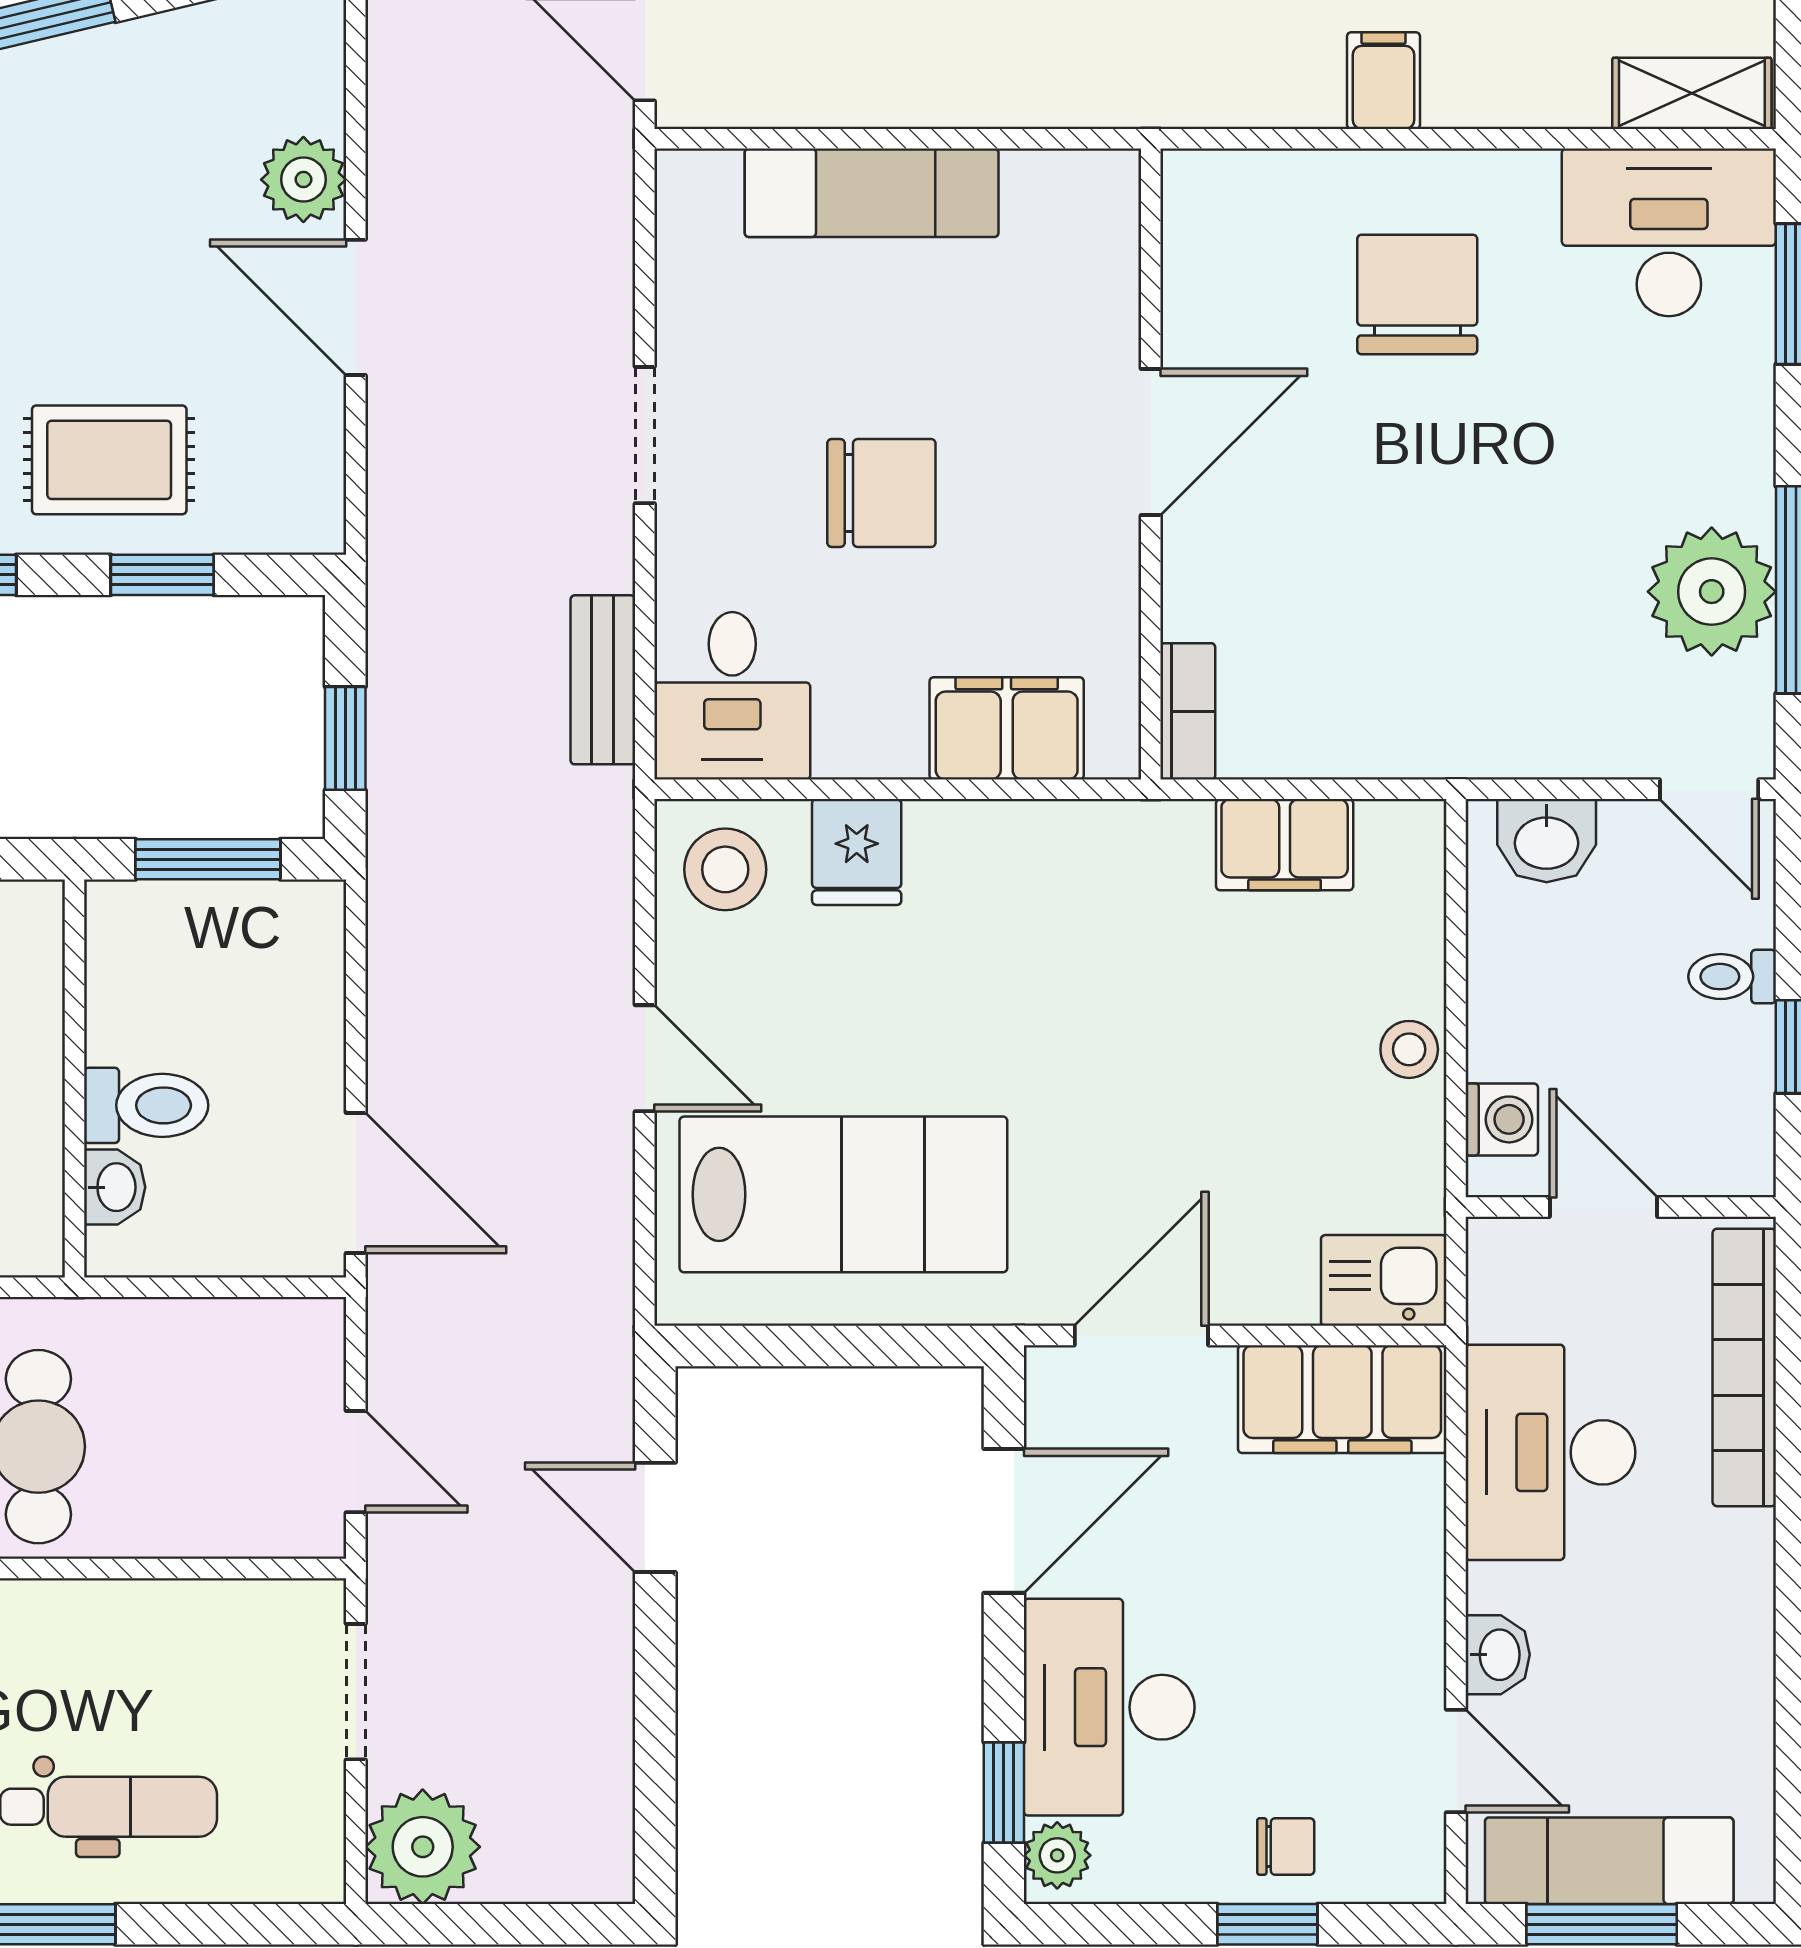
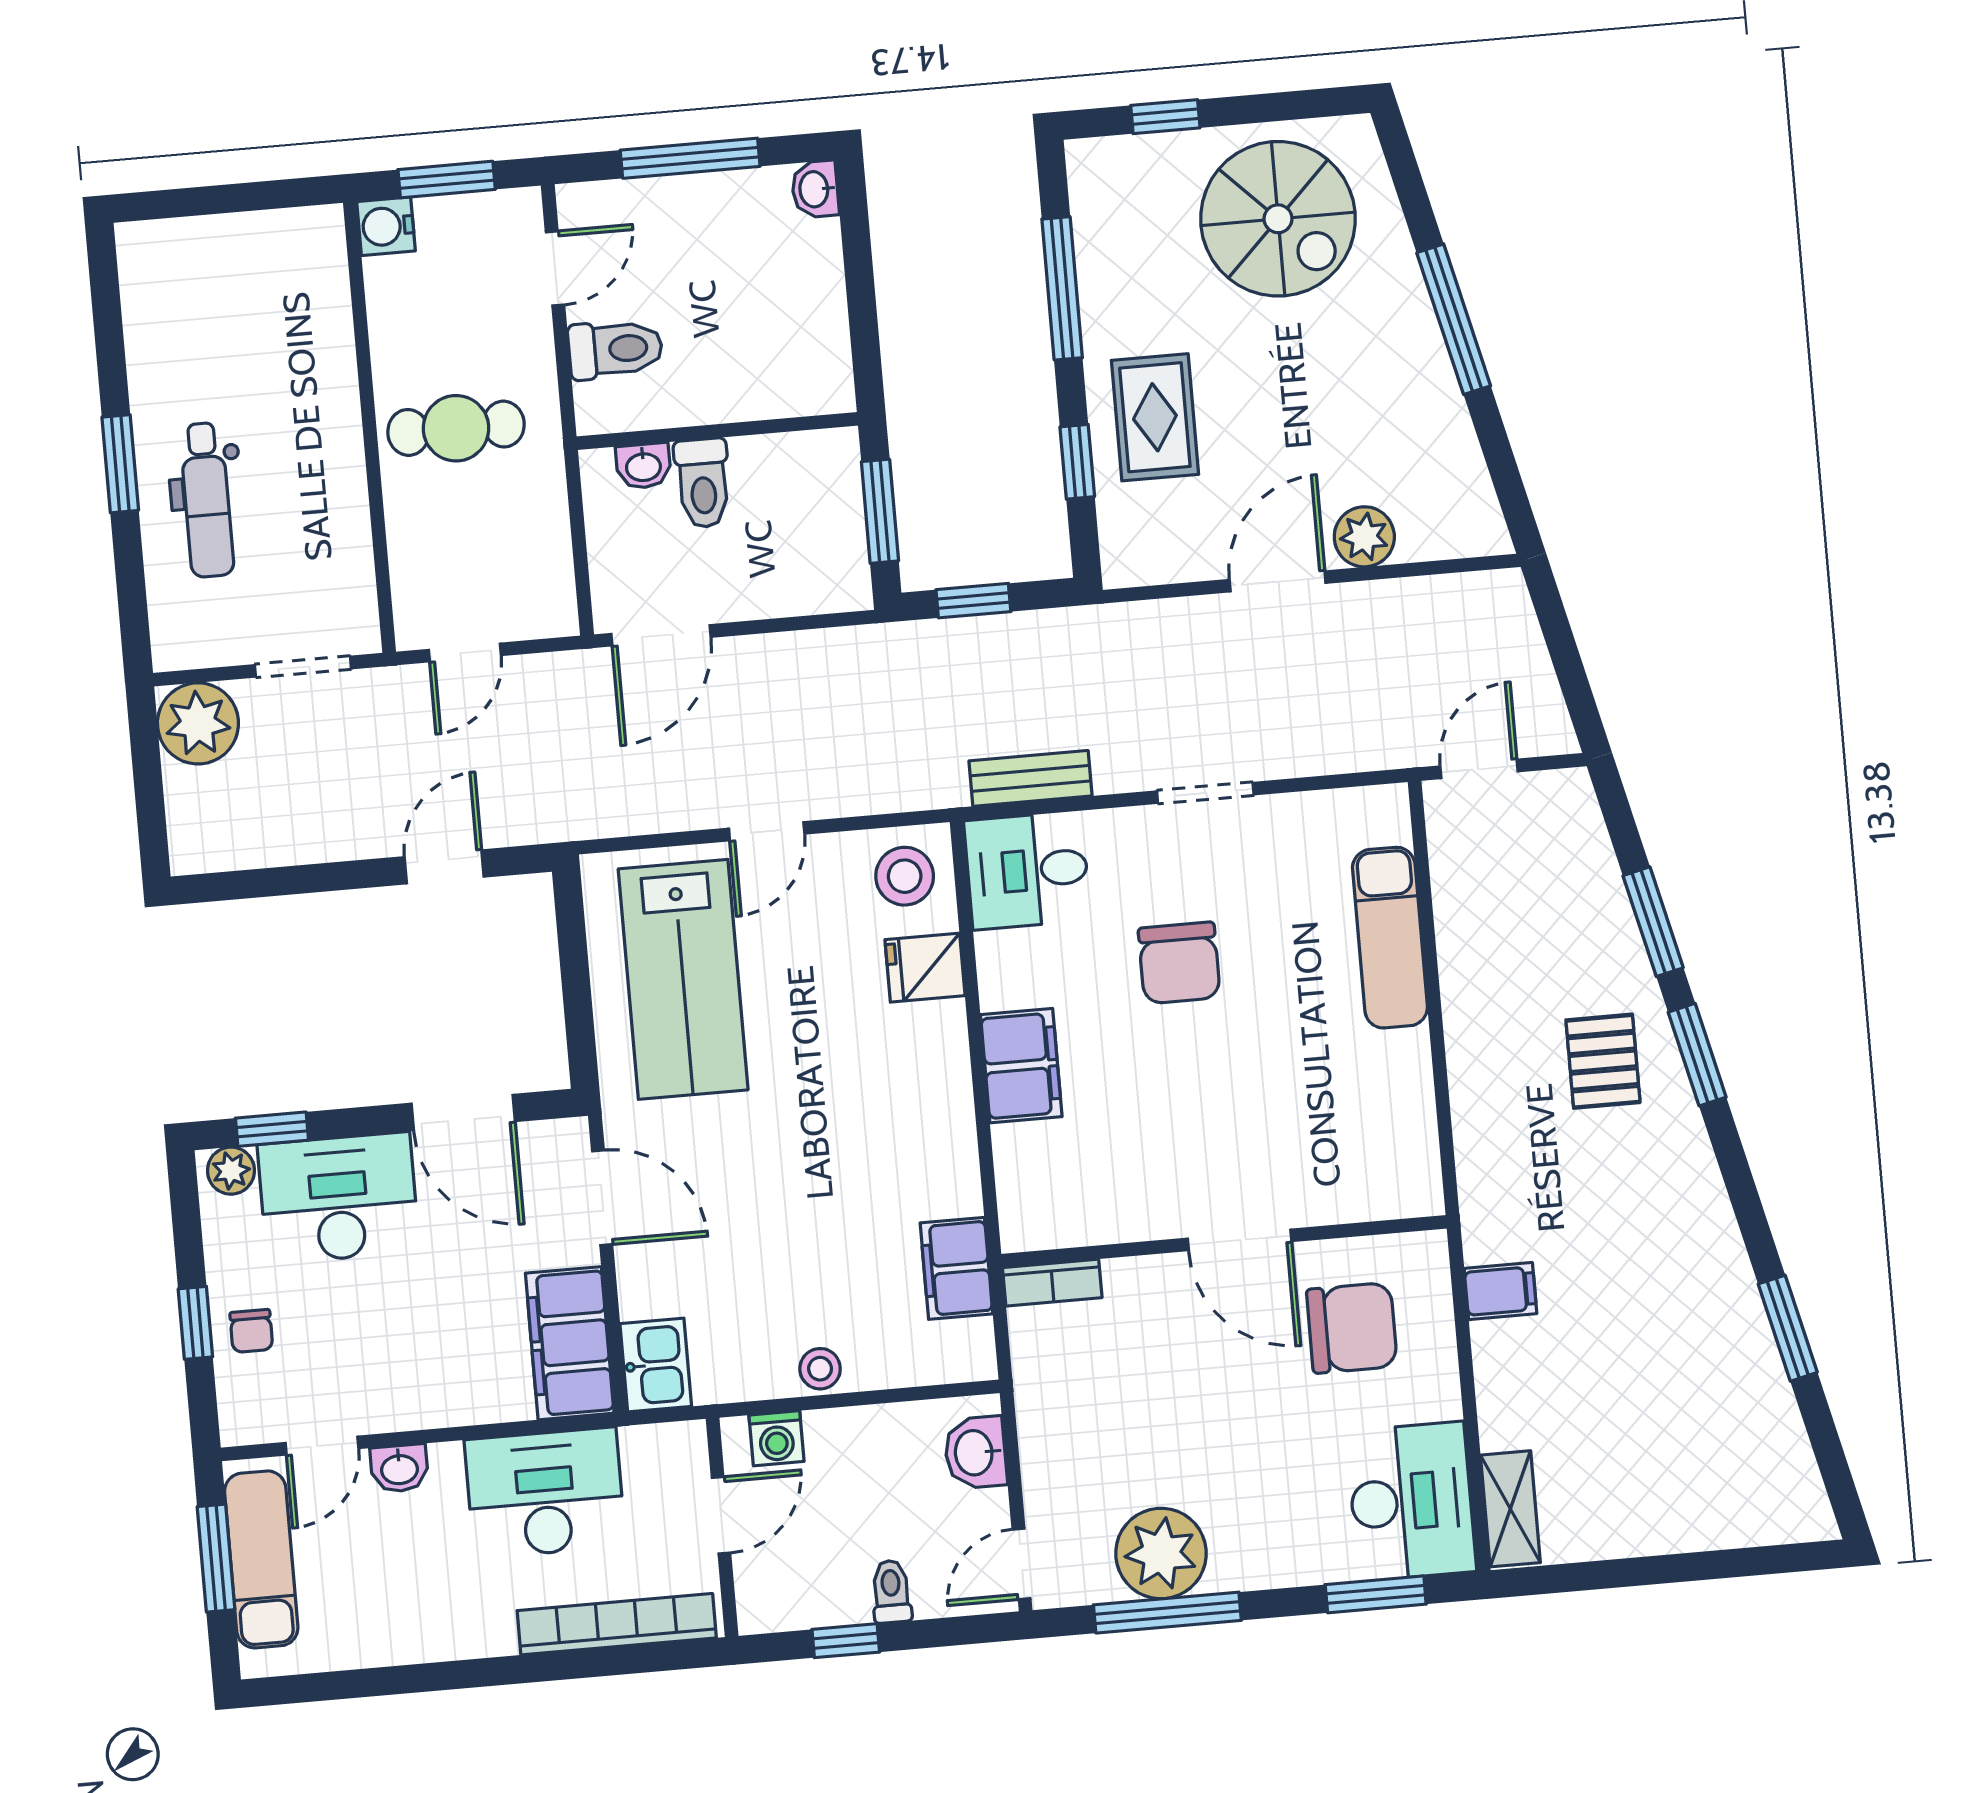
door: (1151, 442) -> (1240, 1240), moved
wall: (1151, 464) -> (1224, 1241), moved
bookcase: (1188, 711) -> (1052, 1283), moved

